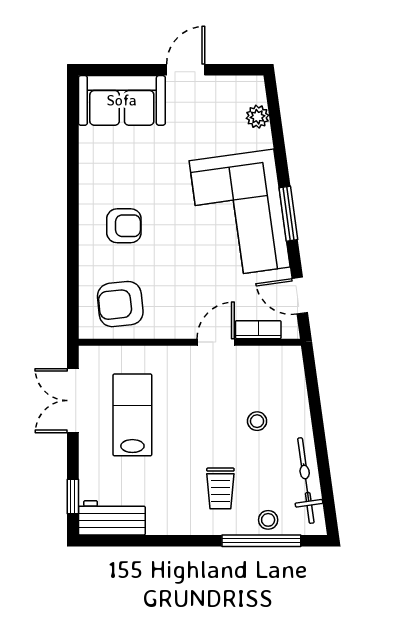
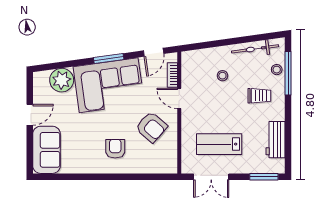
door: (186, 70) -> (30, 115), swing flipped
plant: (257, 117) -> (62, 80), width x1.87, depth x1.87
armchair: (120, 304) -> (151, 127), moved, turned -43
window: (73, 497) -> (264, 177), width x1.50
workbench: (112, 518) -> (276, 140), moved

